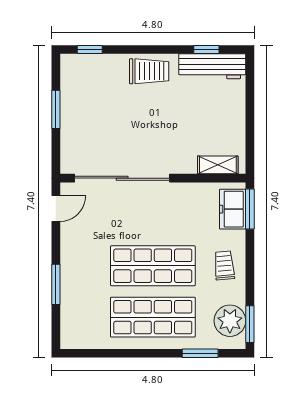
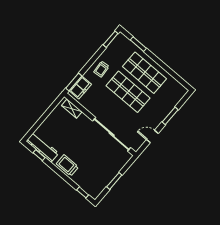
door: (56, 208) -> (152, 136), moved
plant: (230, 321) -> (117, 47), removed

